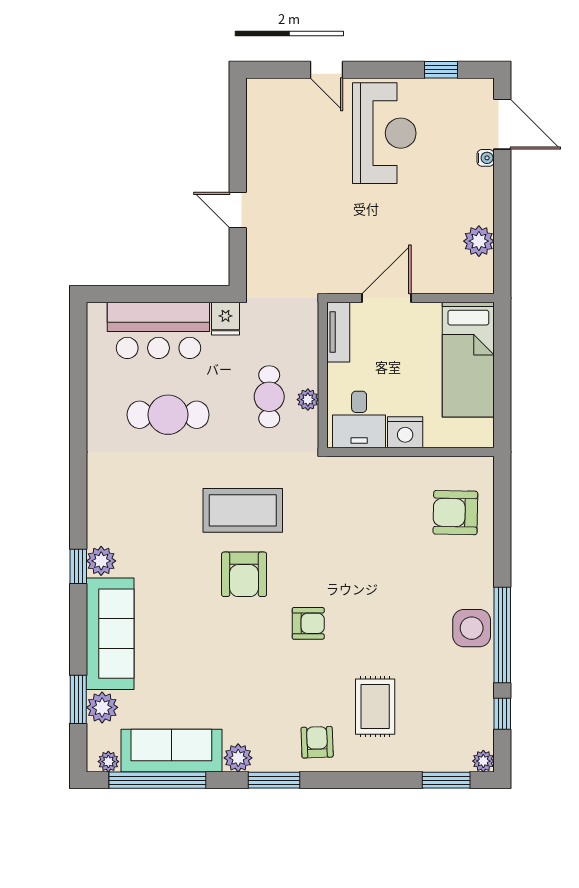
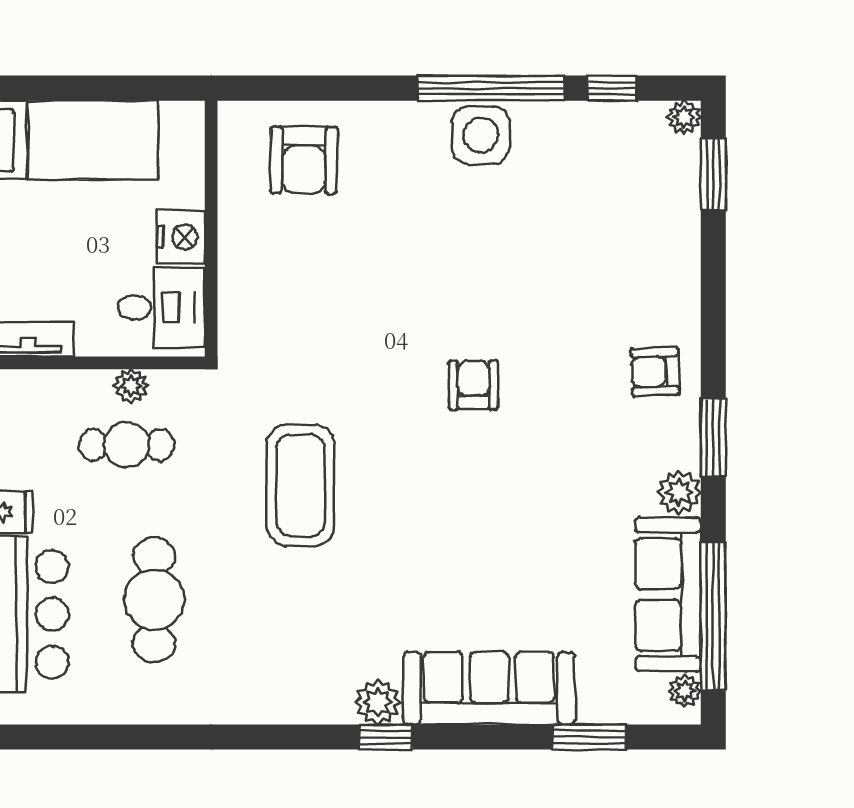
armchair: (244, 574) -> (398, 483), removed
plant: (102, 707) -> (602, 701), removed
rug: (375, 707) -> (601, 283), removed

